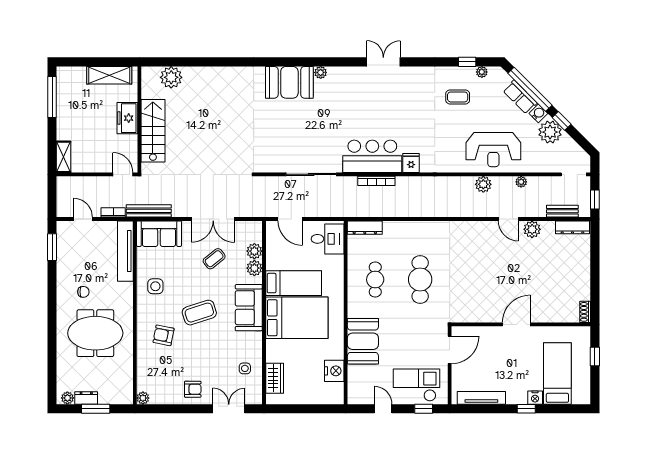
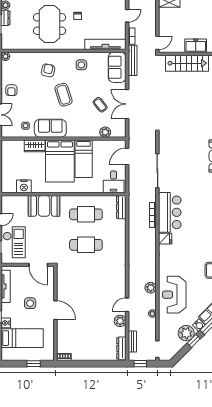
plant: (254, 268) -> (94, 132), removed
cafe table: (375, 280) -> (86, 214), width x1.37, depth x1.35
sofa: (249, 308) -> (50, 128), moved
side table: (506, 362) -> (30, 303), added
wardrobe: (275, 378) -> (35, 146), moved

